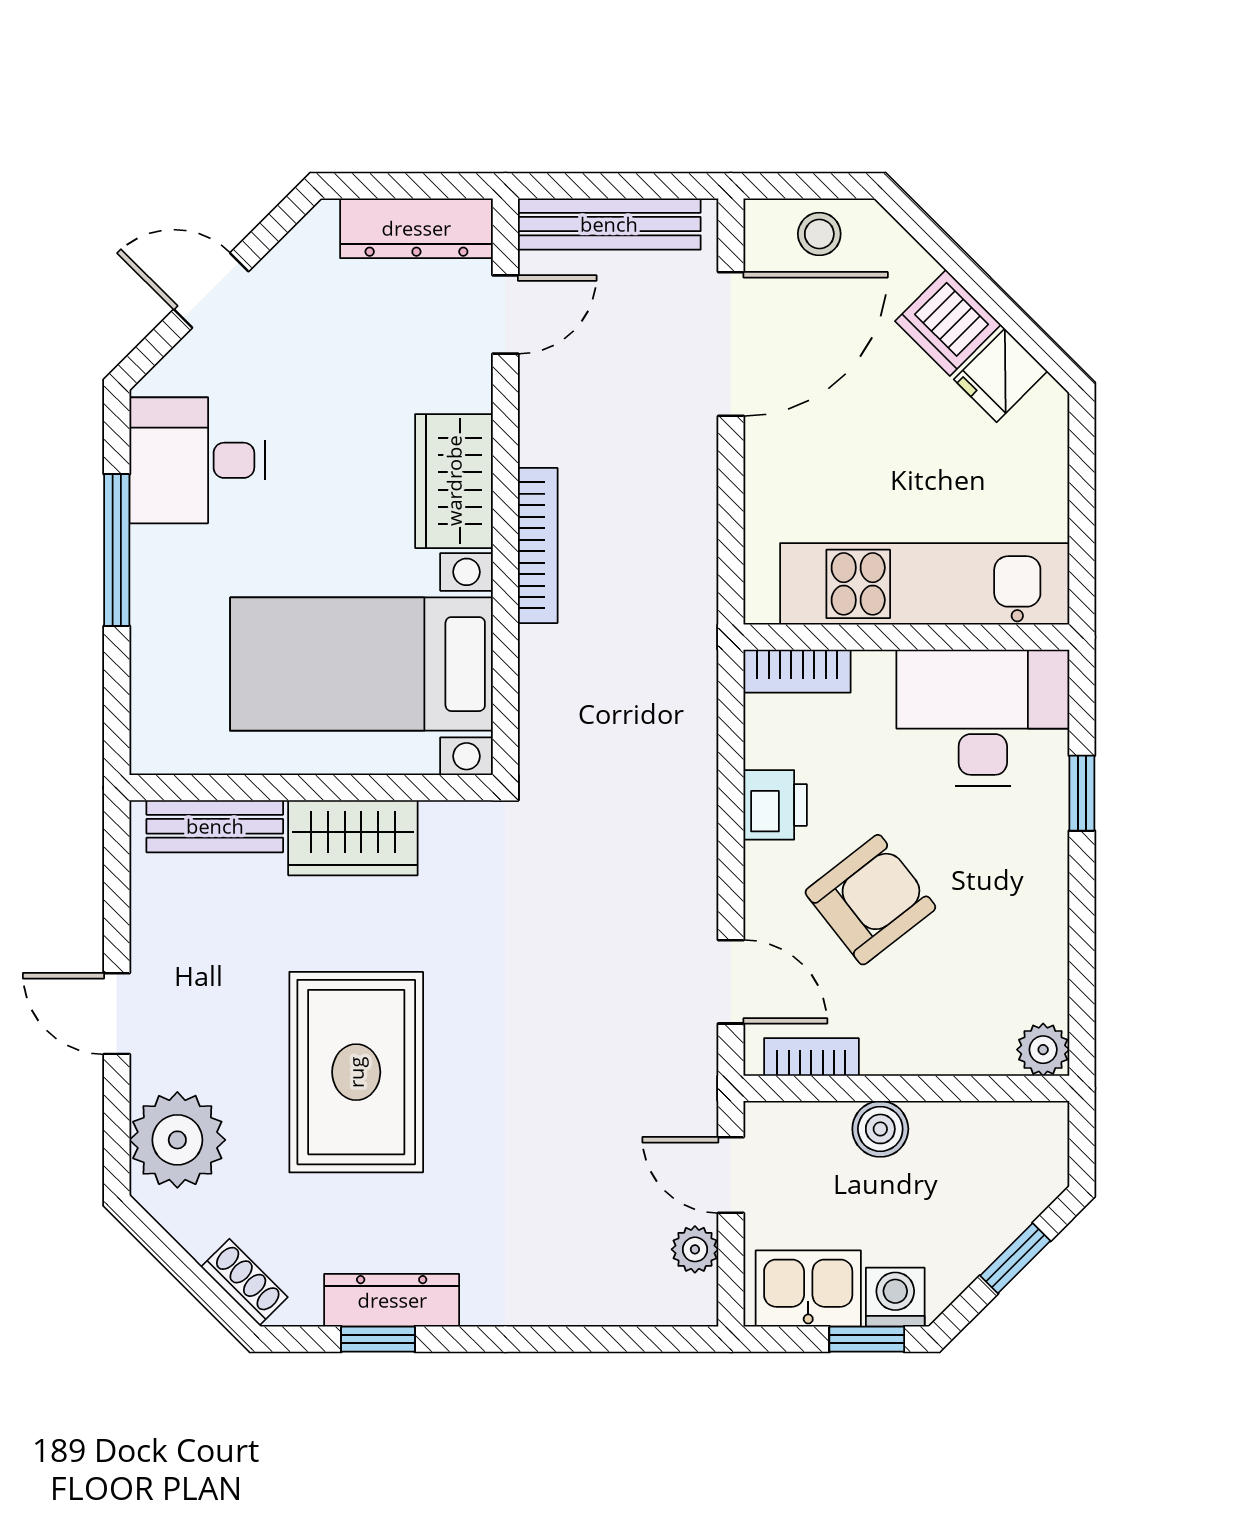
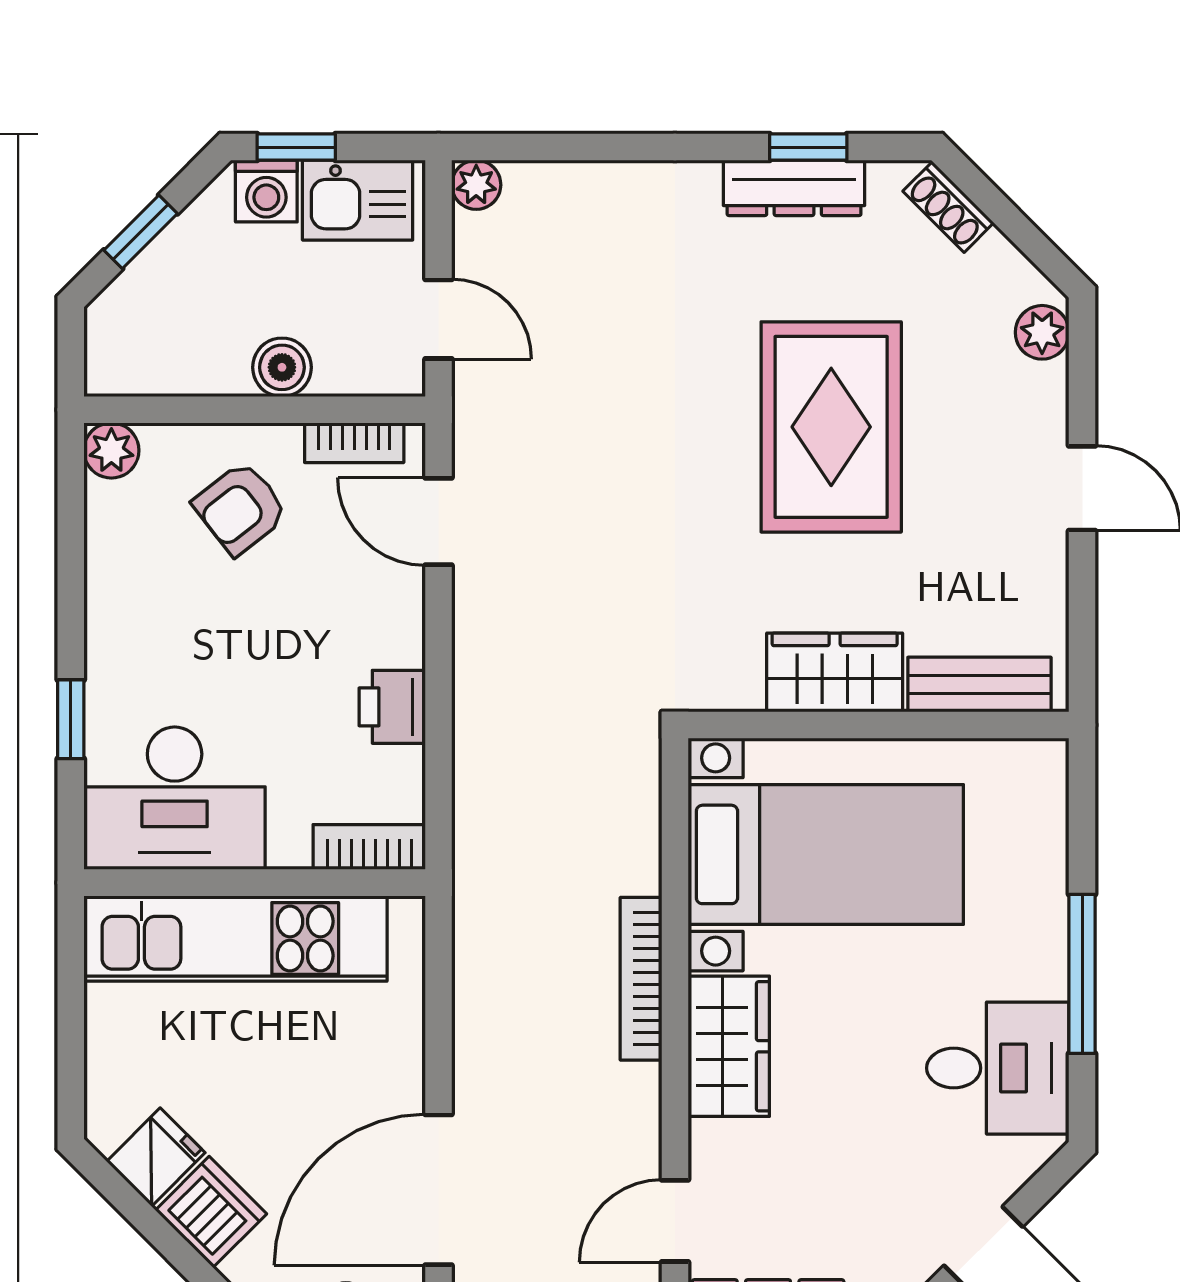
armchair: (870, 900) -> (240, 508), moved, width x0.72, depth x0.72
plant: (177, 1140) -> (1042, 332), width x0.53, depth x0.53
plant: (695, 1249) -> (476, 185), moved

